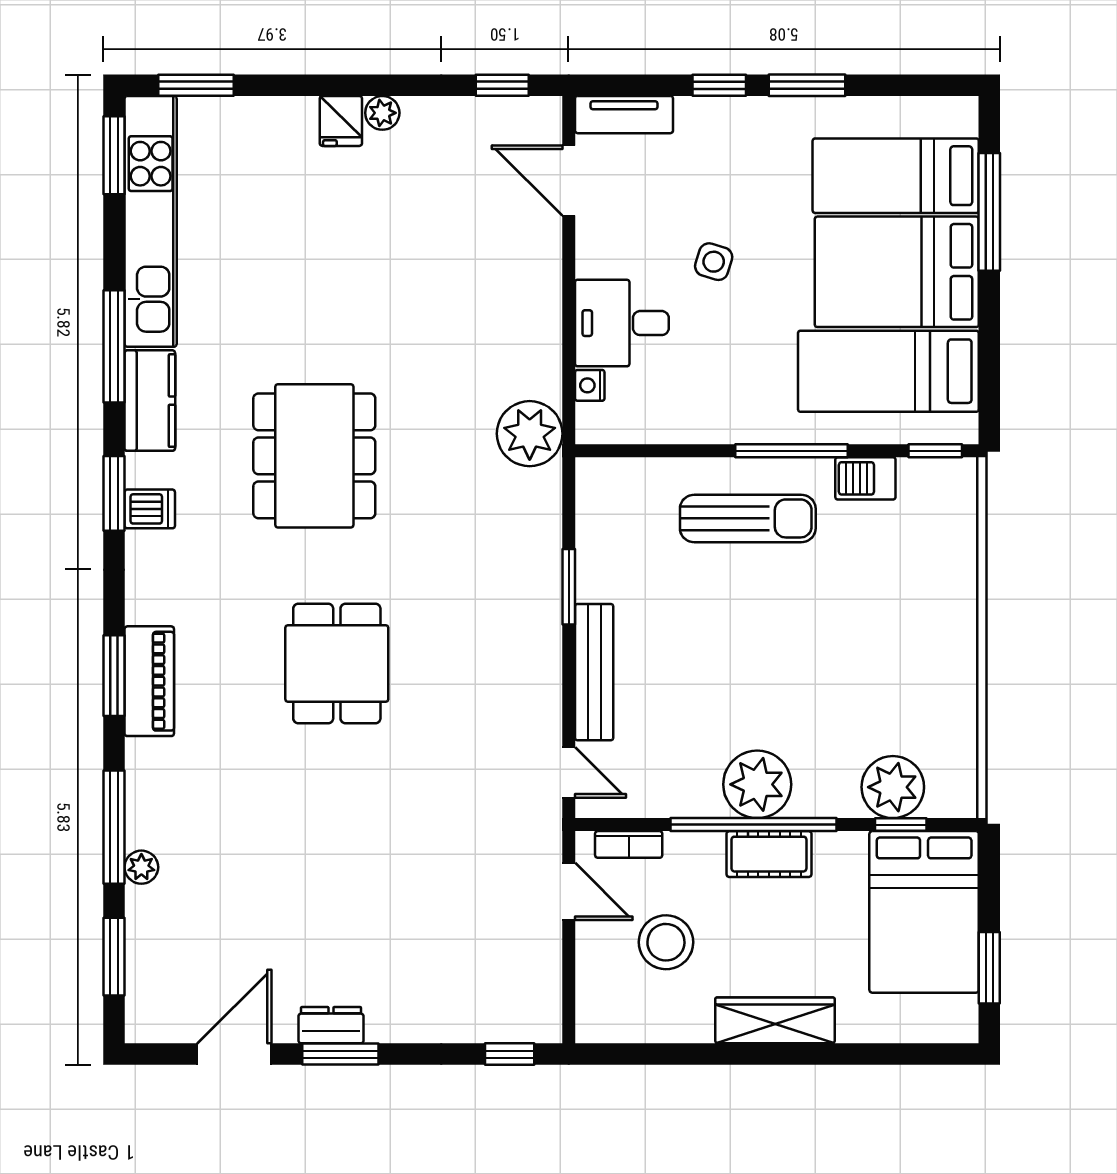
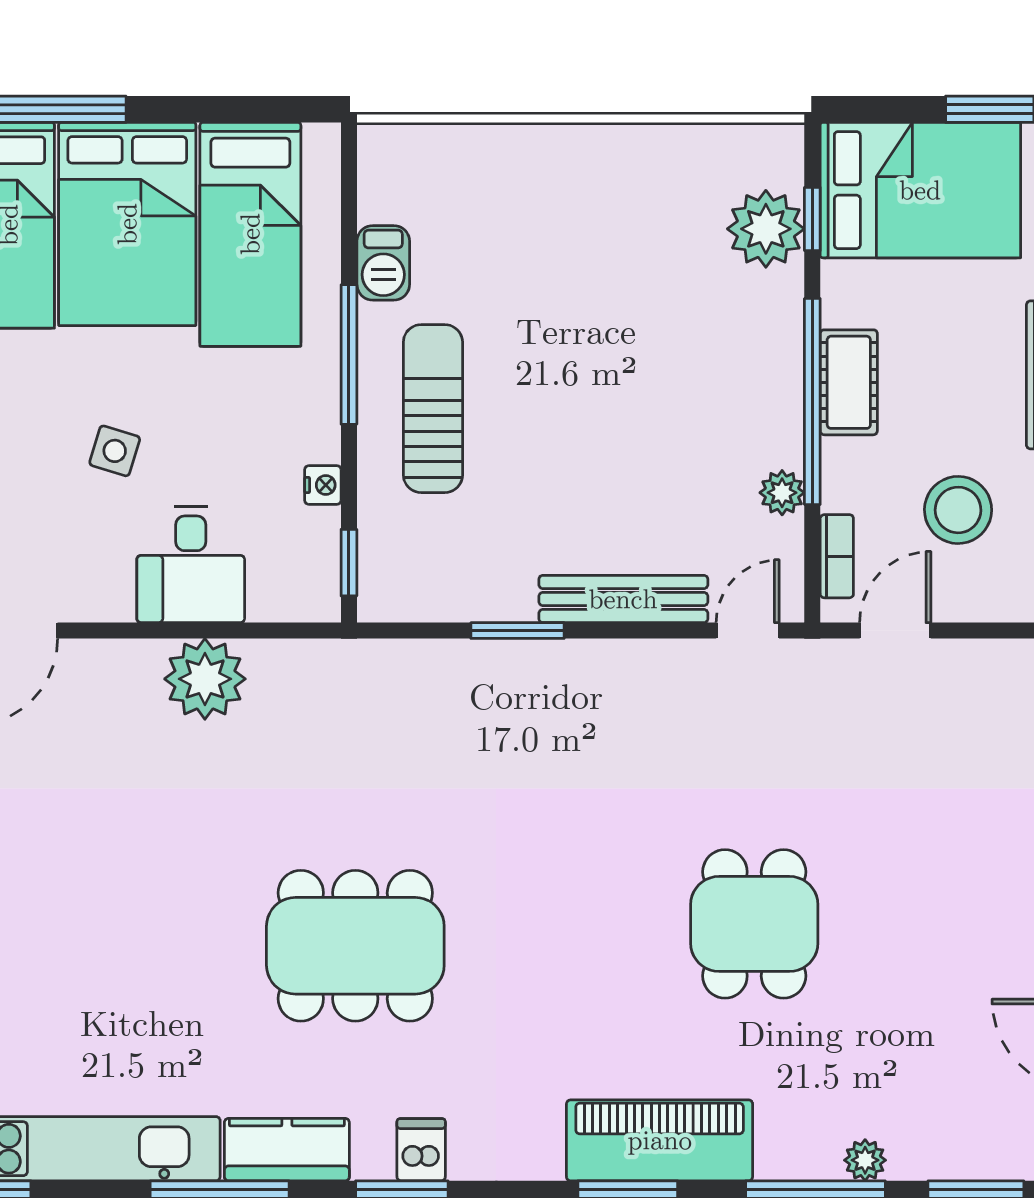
nightstand: (590, 385) -> (323, 485), moved, turned -90
plant: (530, 434) -> (205, 679), moved
window: (935, 451) -> (349, 563), moved
dining table: (337, 663) -> (754, 924), moved, turned 90
piano: (149, 681) -> (660, 1140), width x1.37, depth x1.33
plant: (757, 784) -> (782, 493), moved, width x0.53, depth x0.53

